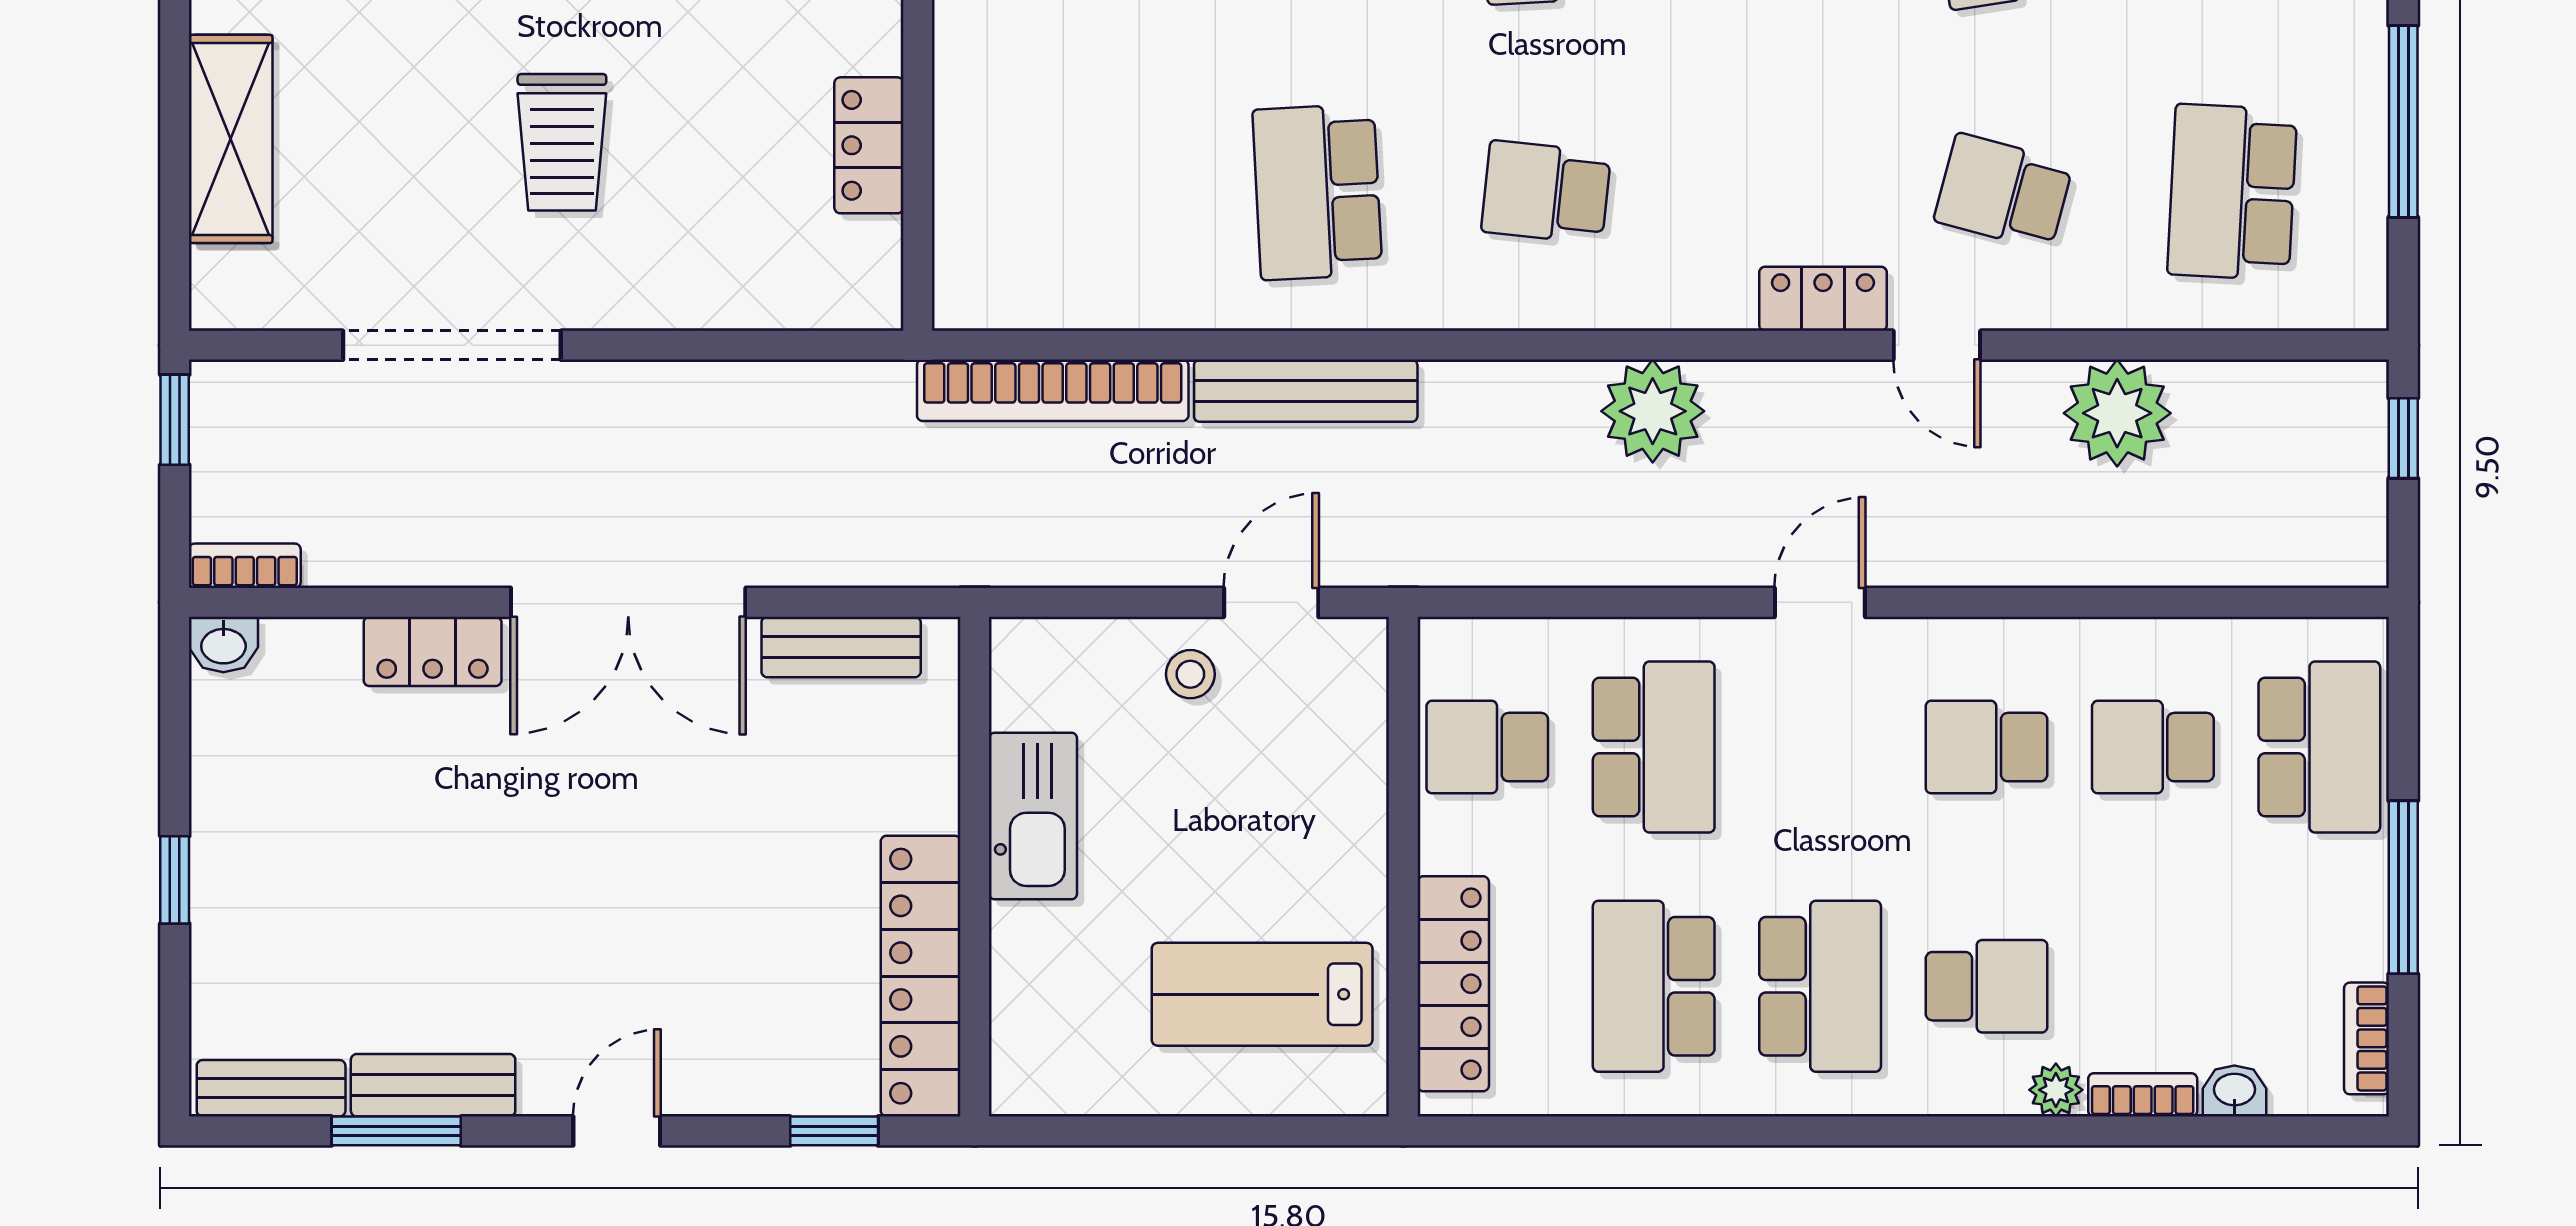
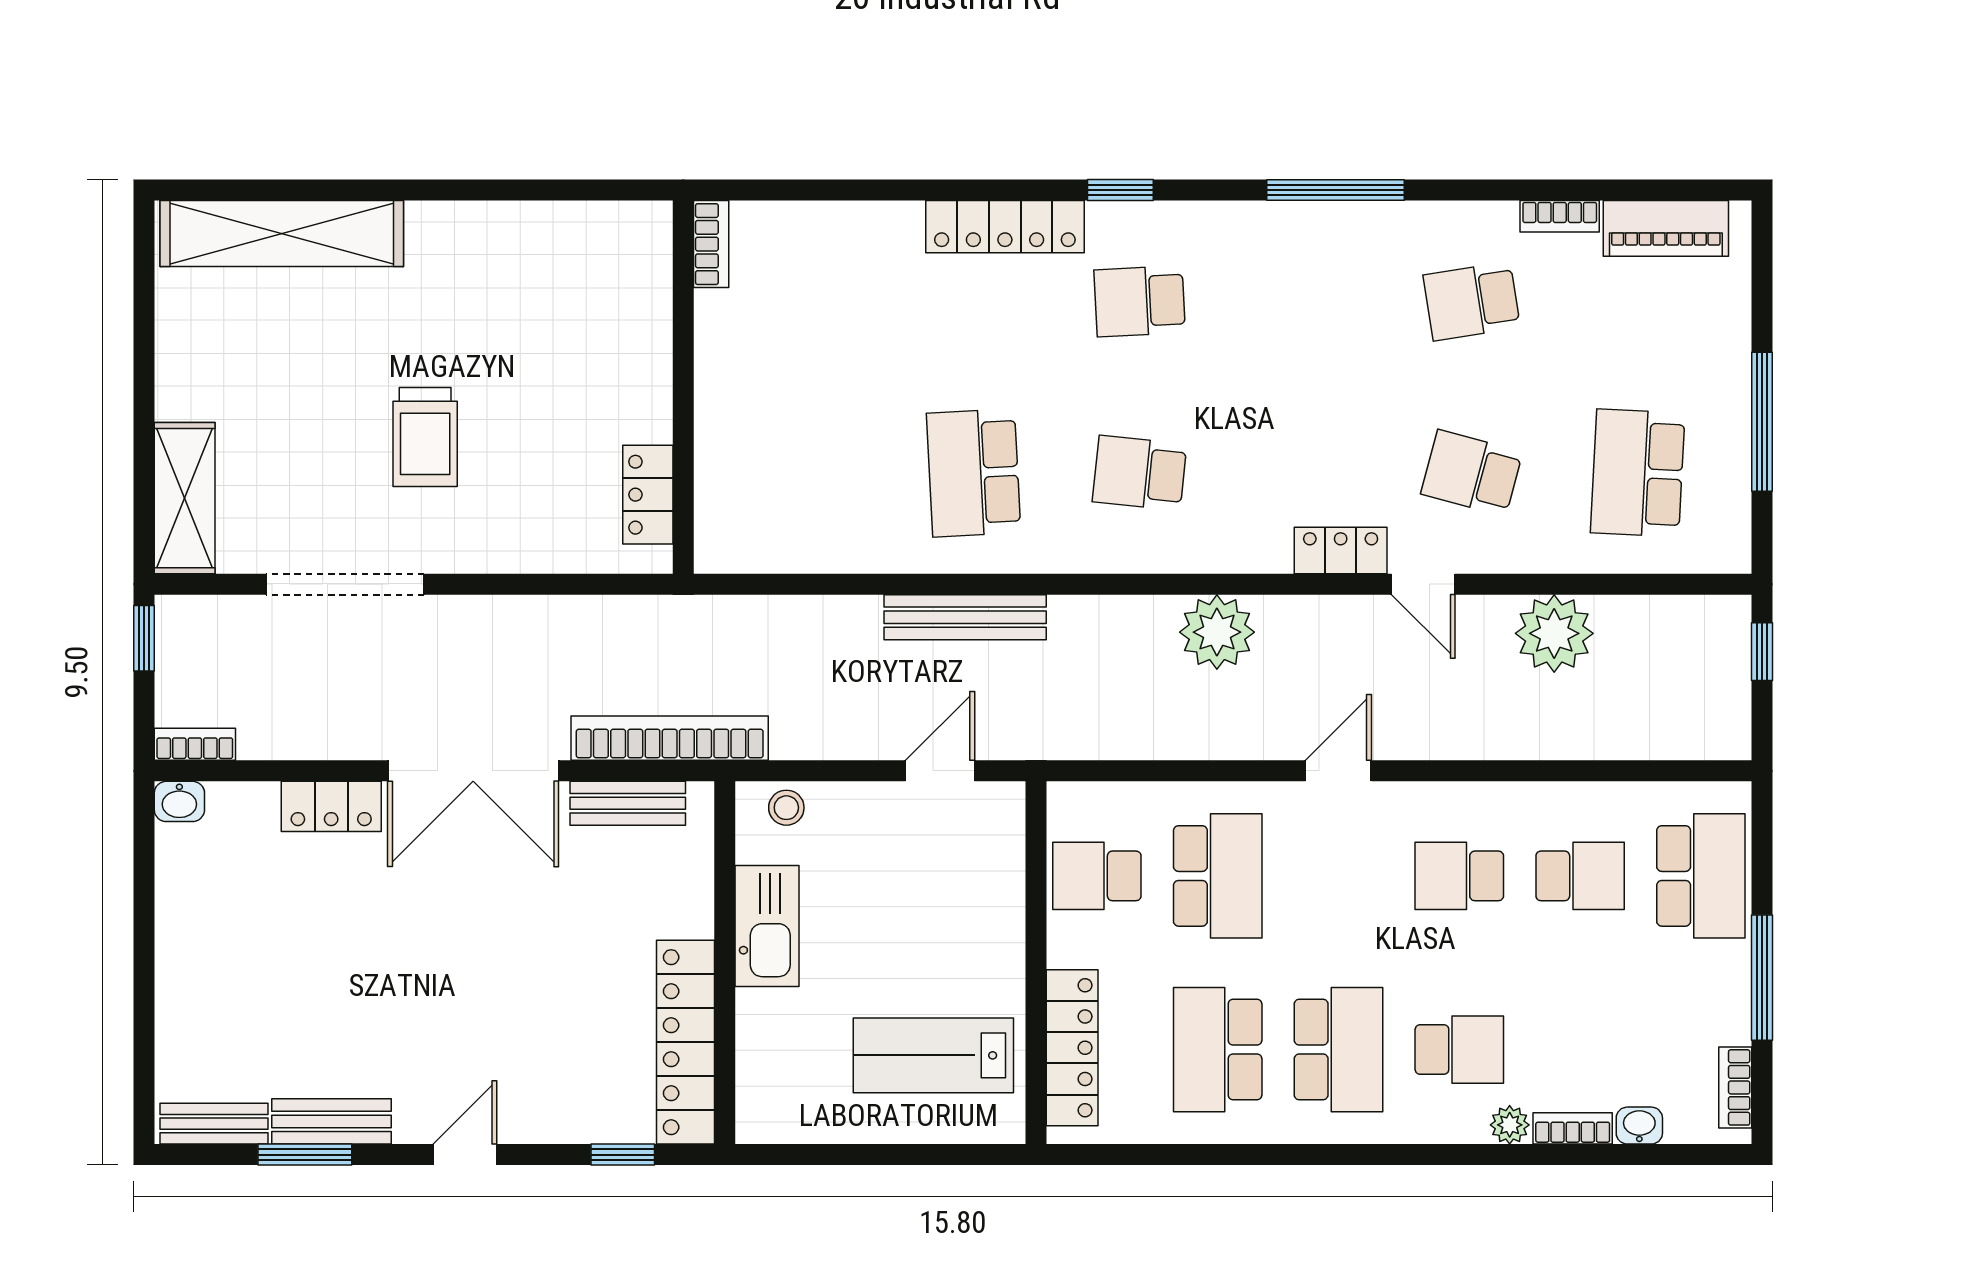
shelving: (231, 139) -> (185, 498), moved
locker: (869, 145) -> (648, 495), moved
bookcase: (1053, 390) -> (670, 738), moved, turned 180
stool: (1190, 674) -> (786, 808), moved
school desk: (2153, 747) -> (1580, 876), turned 180
window: (175, 880) -> (144, 972), removed

